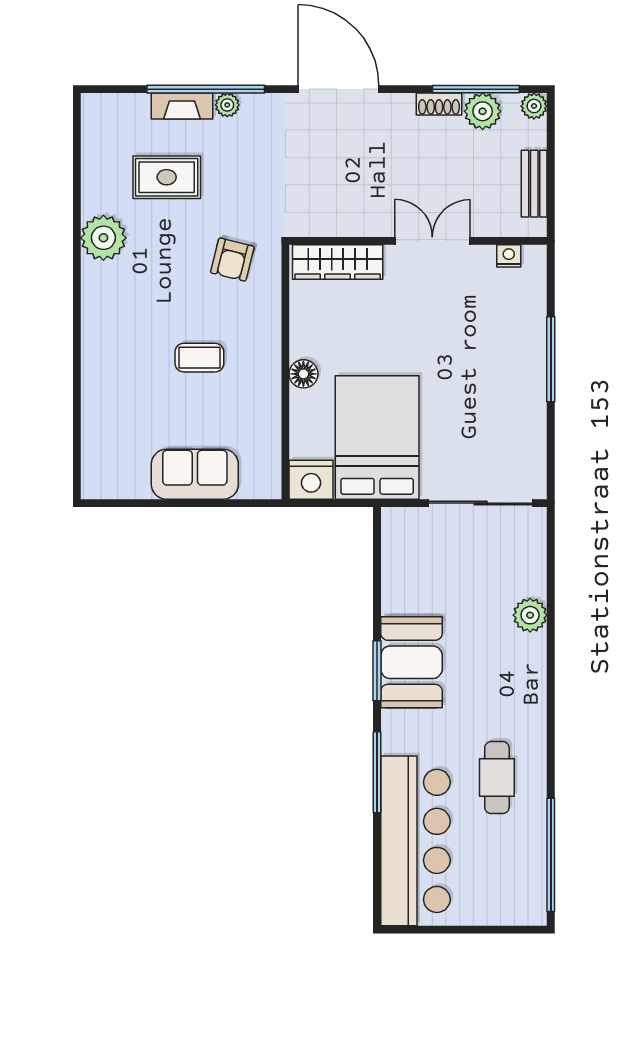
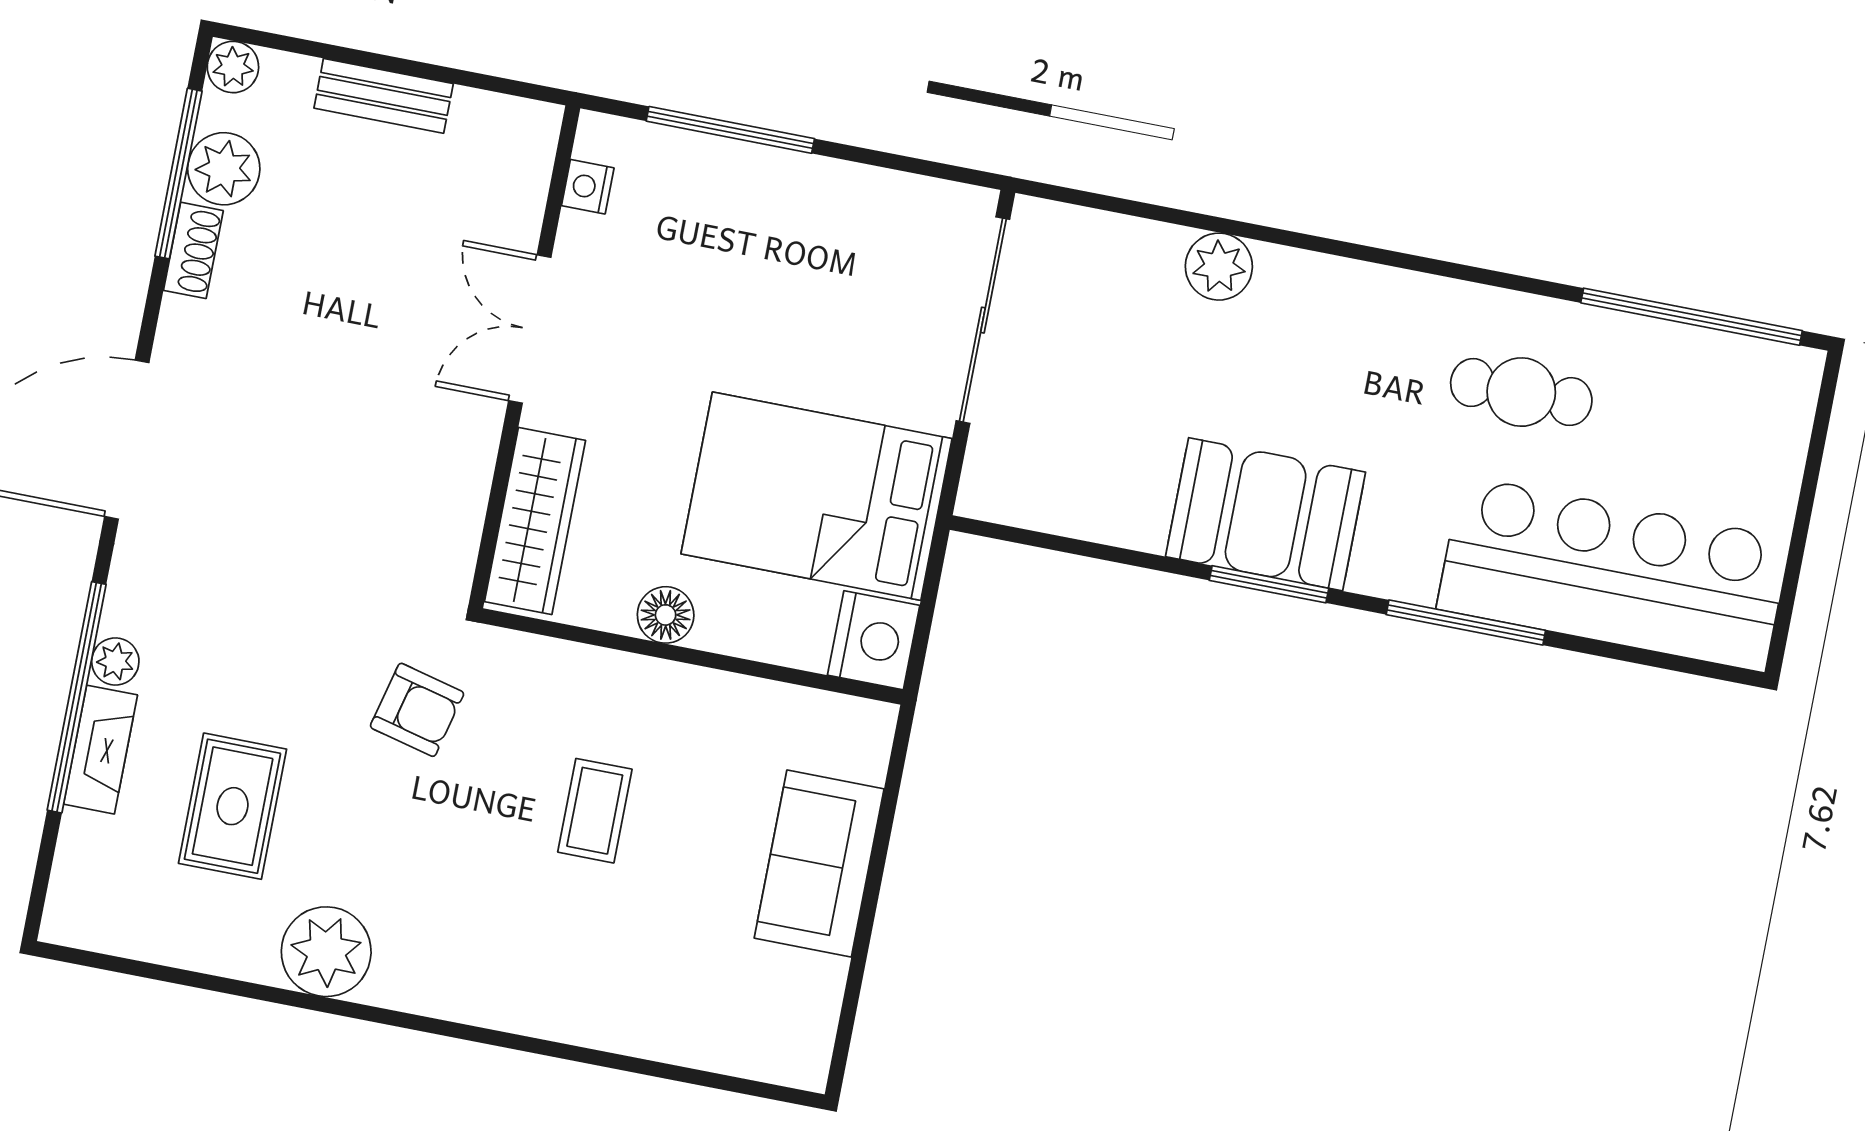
wall: (418, 241) -> (524, 357), moved
double door: (432, 241) -> (530, 329), moved
nightstand: (509, 256) -> (588, 187), moved
wardrobe: (338, 262) -> (535, 521), moved

